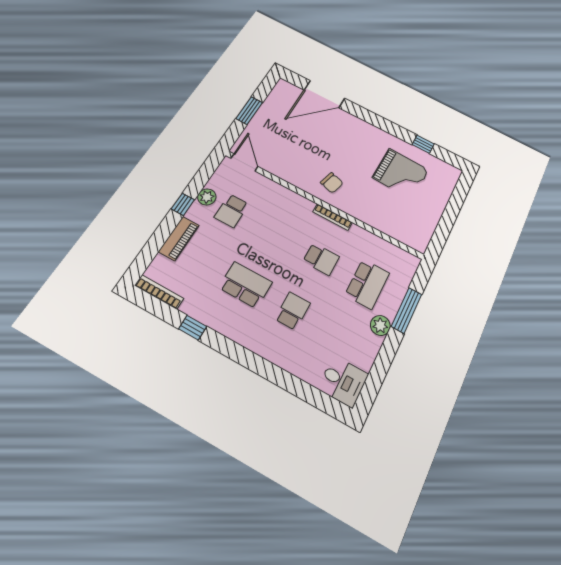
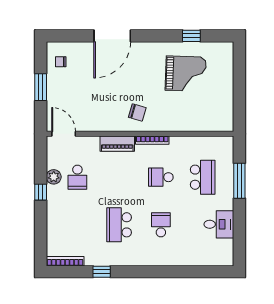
door: (324, 94) -> (112, 36), moved
chair: (283, 100) -> (61, 62), added
piano: (179, 238) -> (117, 144), moved, turned 90
school desk: (321, 259) -> (161, 177), turned 180
school desk: (246, 285) -> (119, 225), turned -90
plant: (380, 325) -> (226, 202), removed
desk: (343, 381) -> (219, 224), moved

